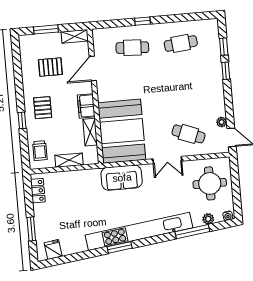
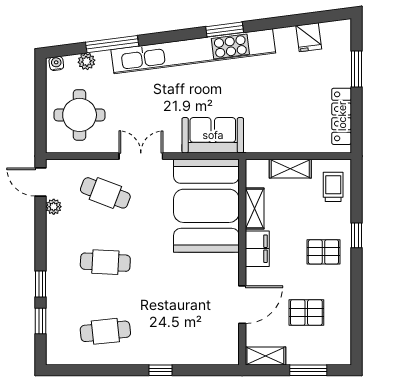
cafe table: (132, 48) -> (105, 262), moved
pallet: (43, 108) -> (323, 252), turned 90
locker: (38, 191) -> (342, 116), width x1.53
fridge: (53, 249) -> (309, 37), moved

